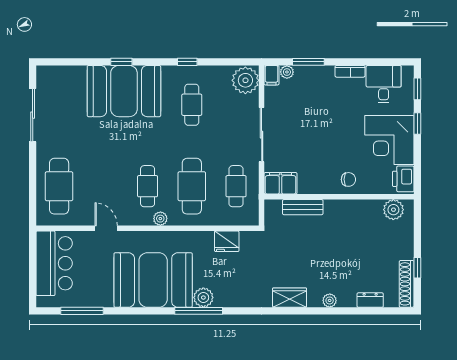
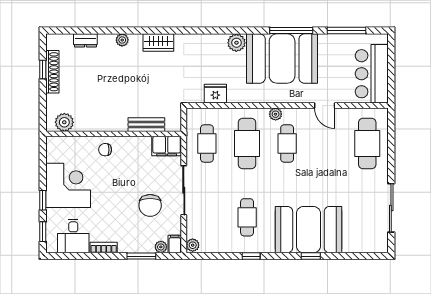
plant: (245, 80) -> (193, 245), width x0.53, depth x0.53
chair: (299, 118) -> (150, 205), added
printer: (403, 179) -> (55, 150), removed
shoe rack: (407, 284) -> (52, 72), moved
window: (199, 311) -> (291, 31), moved

